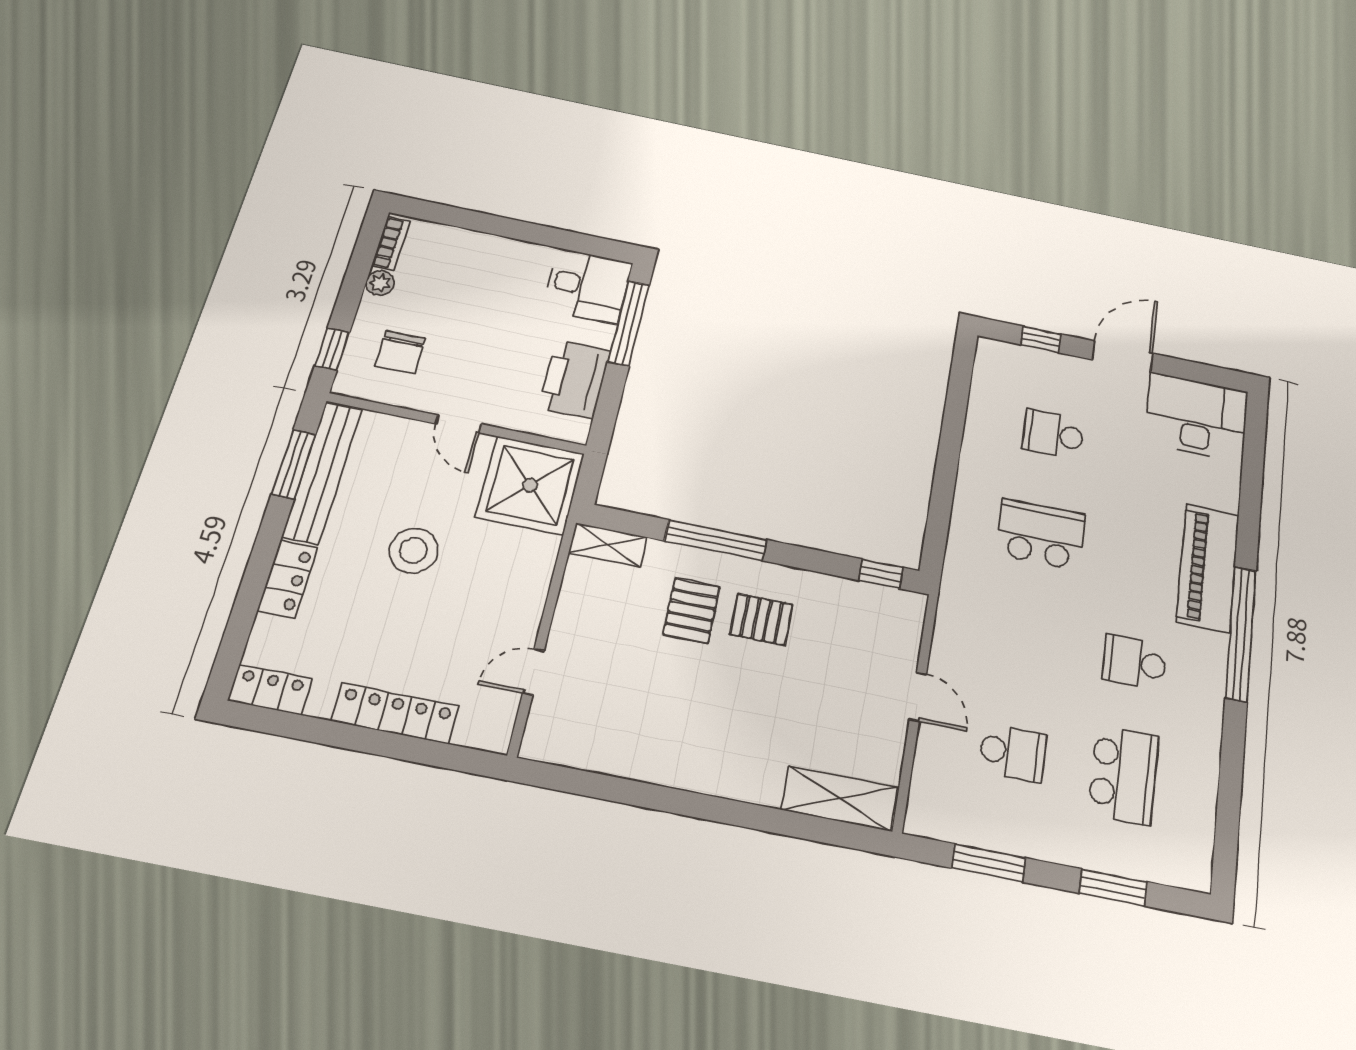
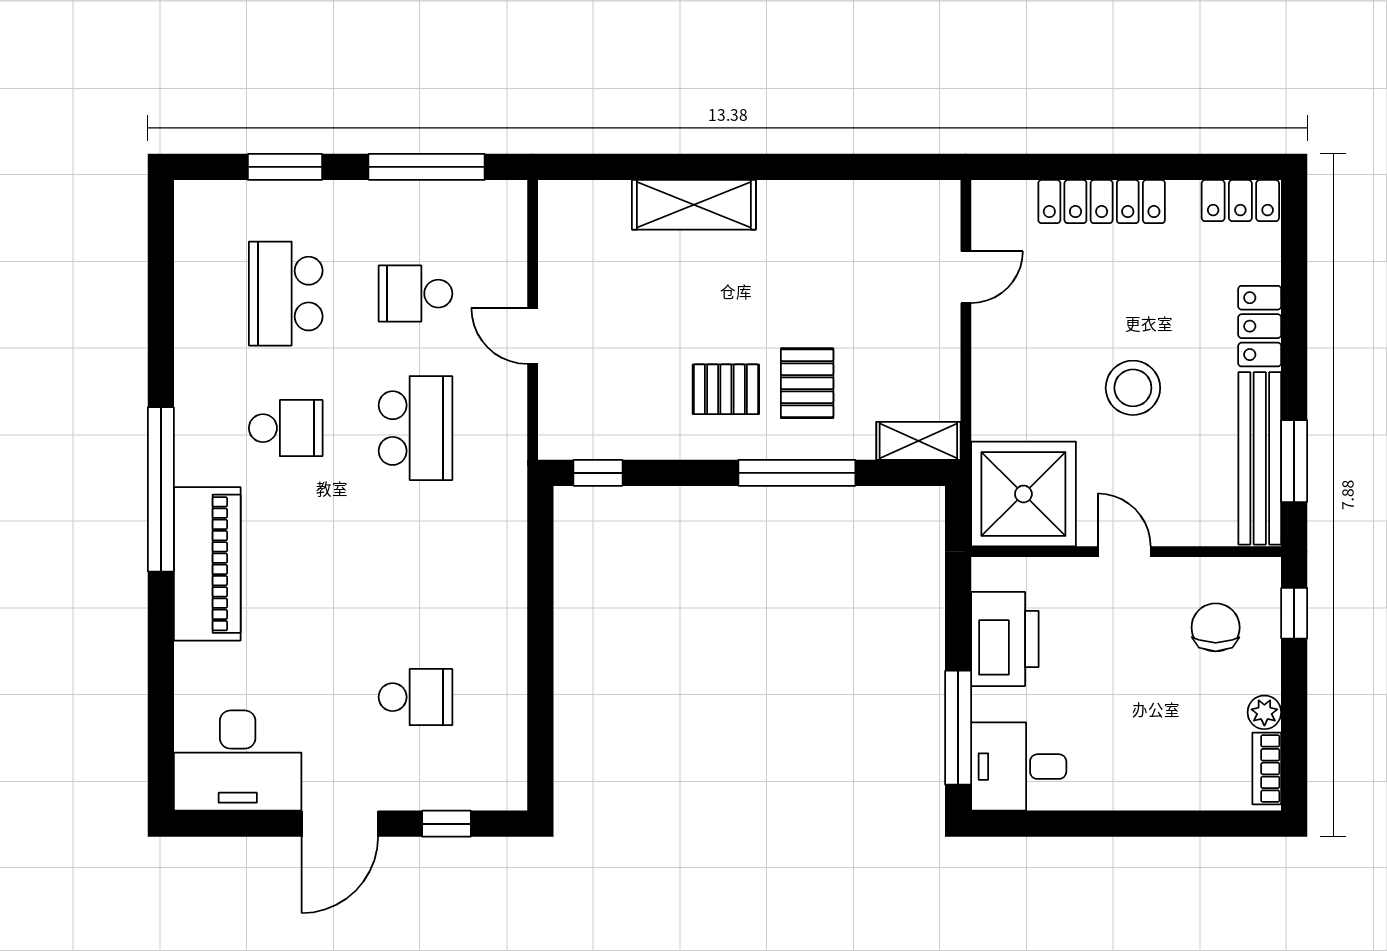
school desk: (1040, 534) -> (415, 428), moved, turned -90
shelving: (839, 798) -> (694, 205), moved
window: (989, 863) -> (427, 167), width x1.44

